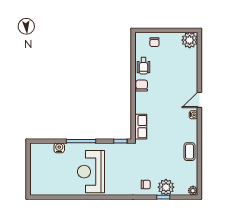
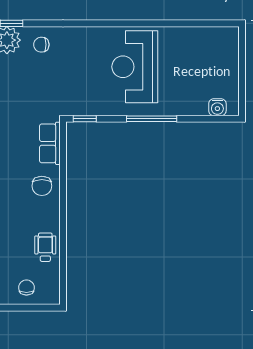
chair: (142, 86) -> (42, 186), moved
water cooler: (59, 148) -> (217, 107), moved
reception desk: (91, 172) -> (135, 67), turned 180

